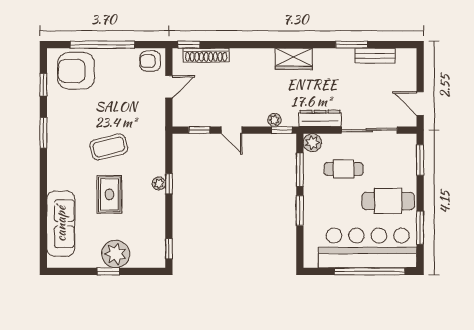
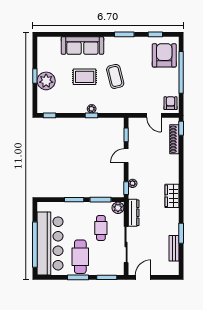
sofa: (61, 224) -> (82, 45), moved
window: (420, 228) -> (78, 277), moved

